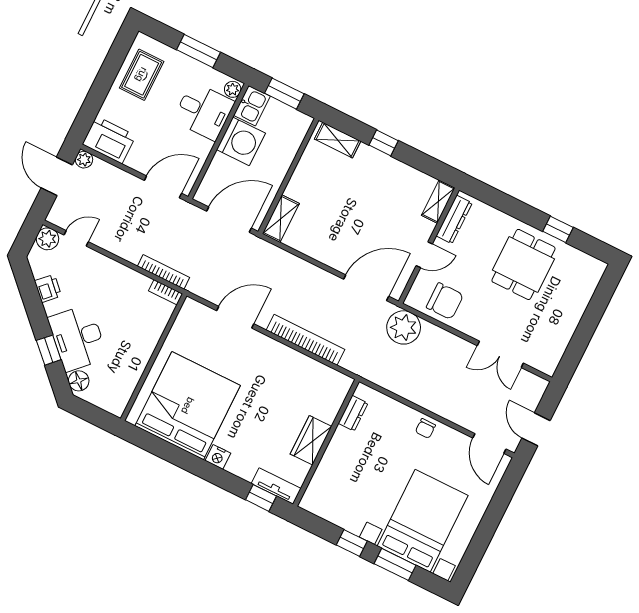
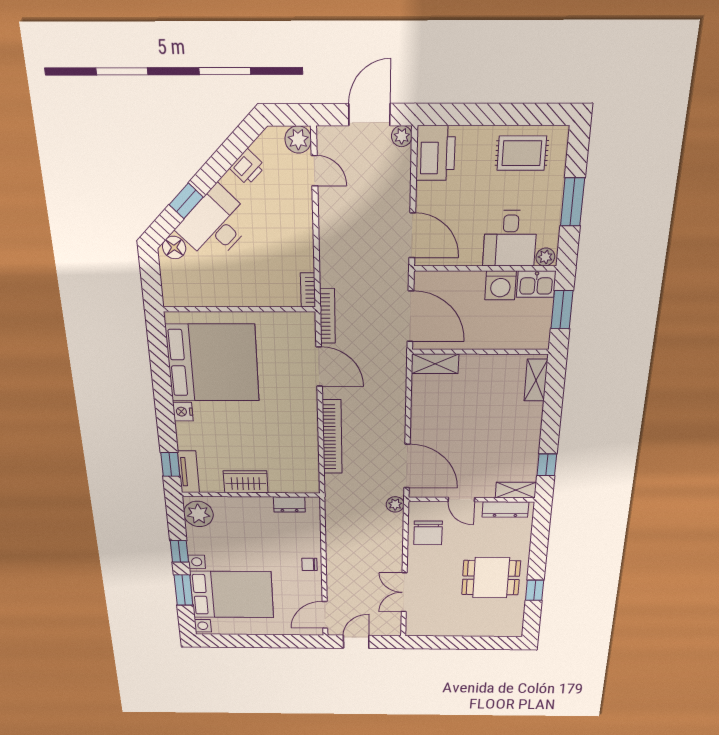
washing machine: (241, 141) -> (501, 285), width x0.73, depth x0.73
window: (384, 143) -> (547, 465), moved
bookcase: (163, 272) -> (327, 316), moved
plant: (404, 327) -> (395, 504), width x0.53, depth x0.53
plant: (322, 502) -> (198, 514), added

